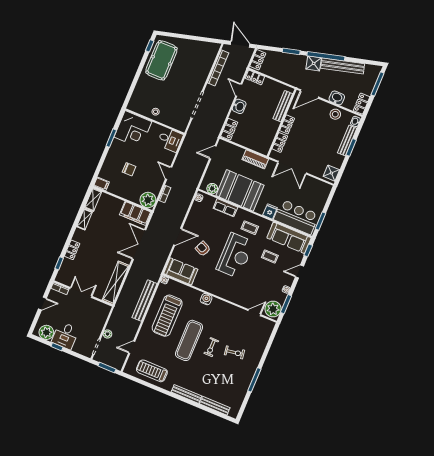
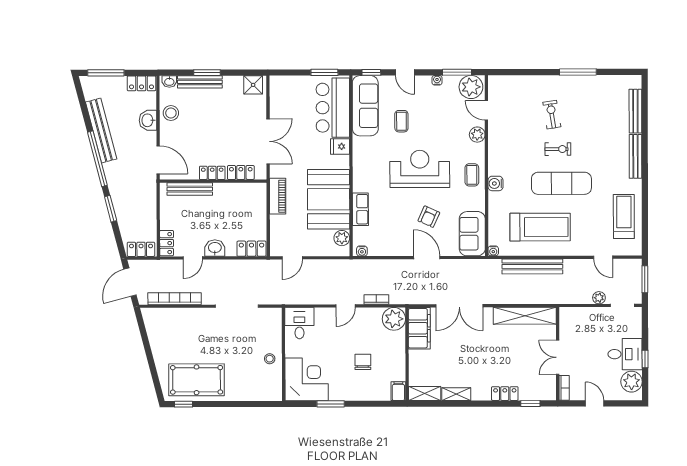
shower: (314, 63) -> (114, 171), removed
door: (213, 152) -> (292, 258), hinge flipped
coffee table: (250, 228) -> (472, 175), moved
plant: (242, 300) -> (477, 135), added
treadmill: (152, 371) -> (624, 216), turned 180

